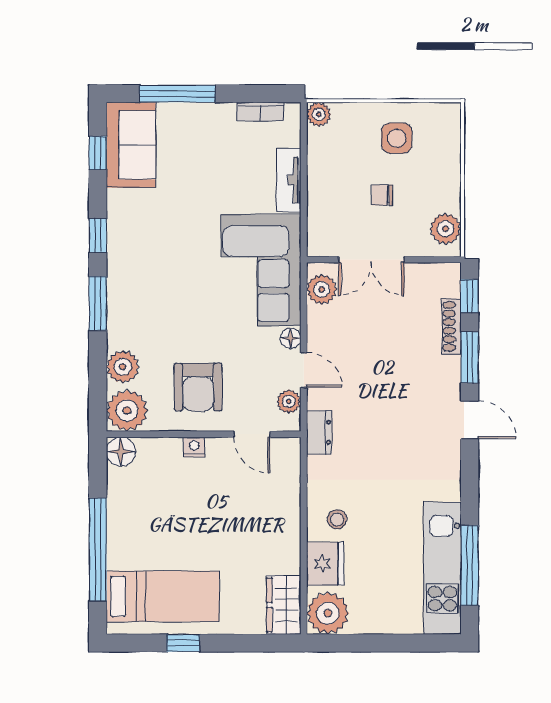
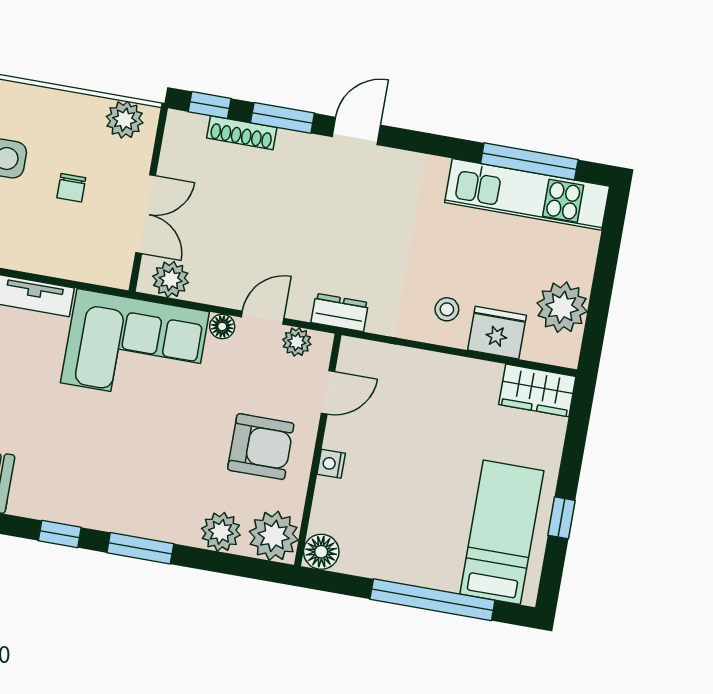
plant: (328, 613) -> (562, 307), moved

